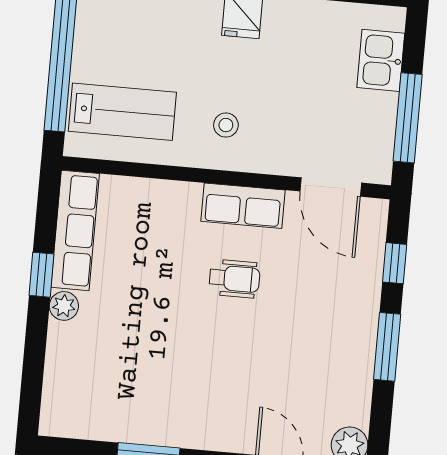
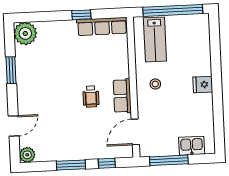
plant: (64, 306) -> (25, 33), moved, width x1.87, depth x1.87

